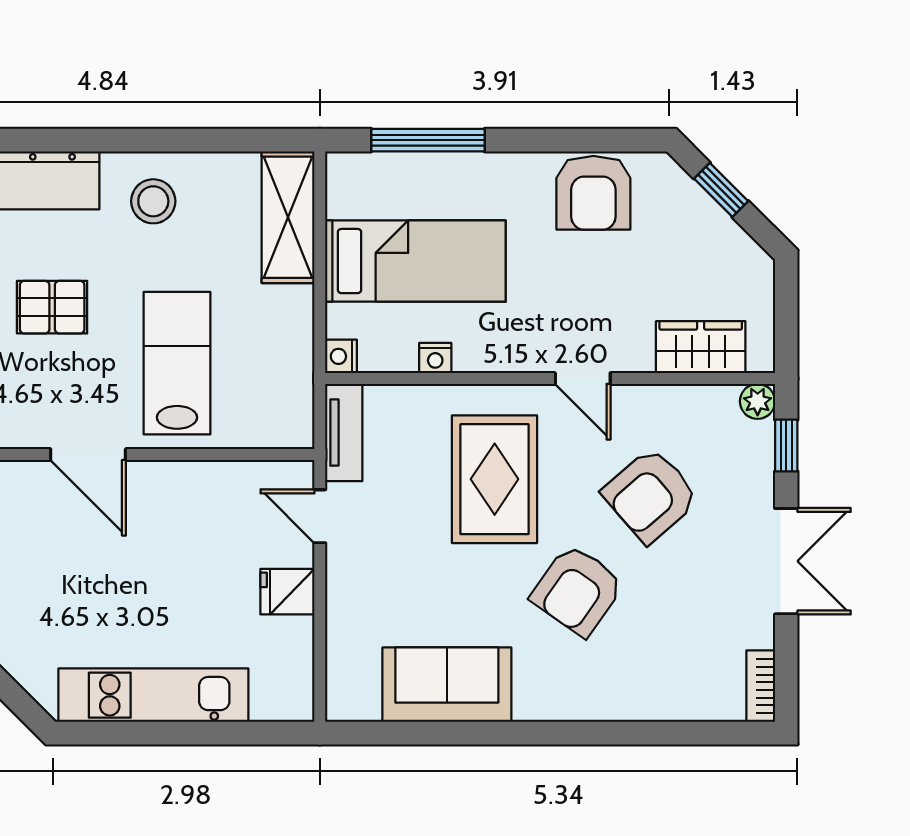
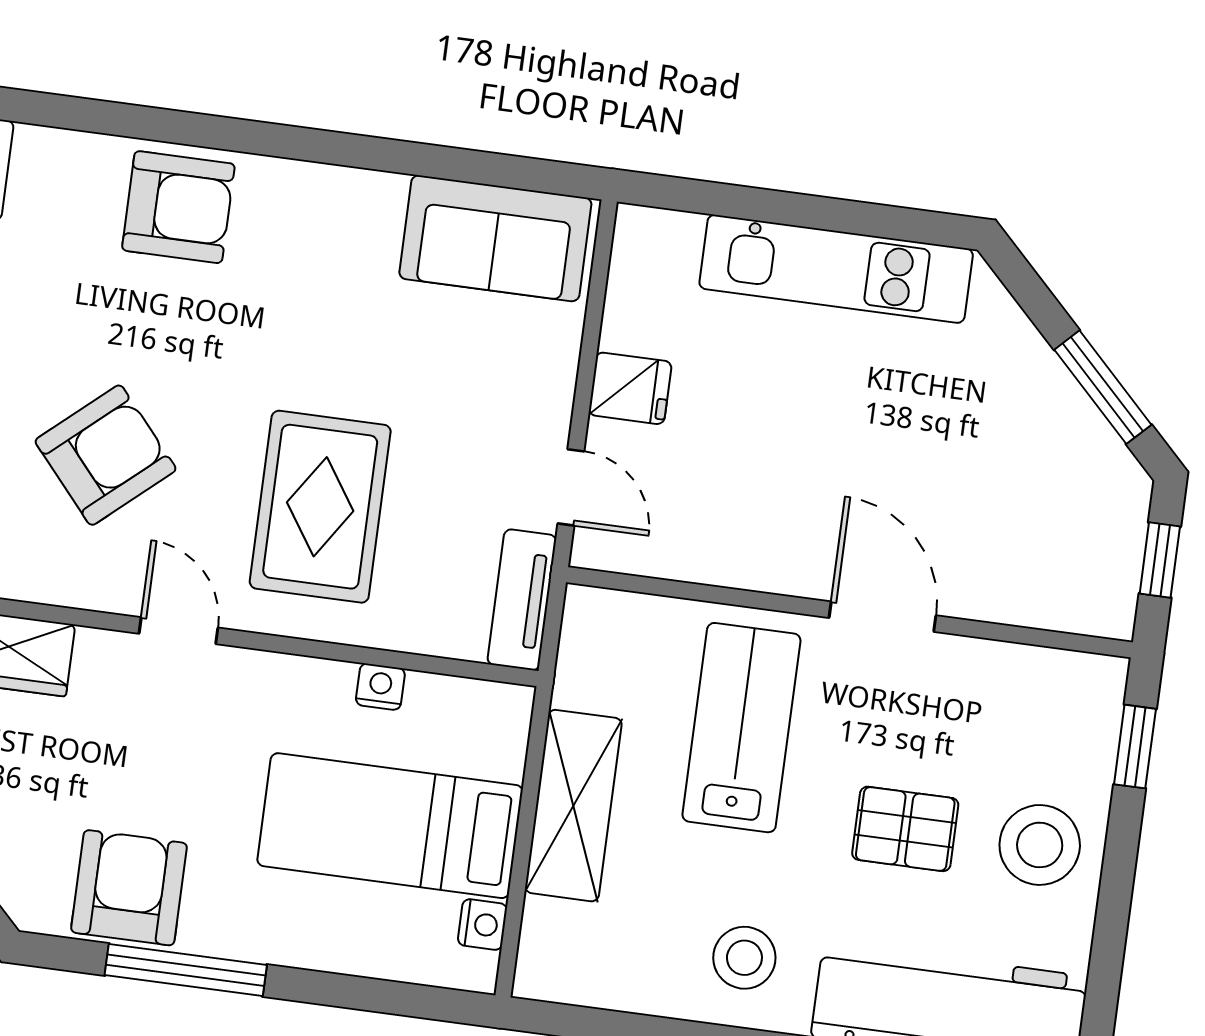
window: (428, 140) -> (186, 970), moved
shelving: (288, 217) -> (573, 806), moved
nightstand: (341, 356) -> (482, 924), moved
lab bench: (177, 363) -> (741, 728), turned 180
armchair: (577, 590) -> (178, 207), moved, turned 55
sofa: (447, 685) -> (495, 238), moved

